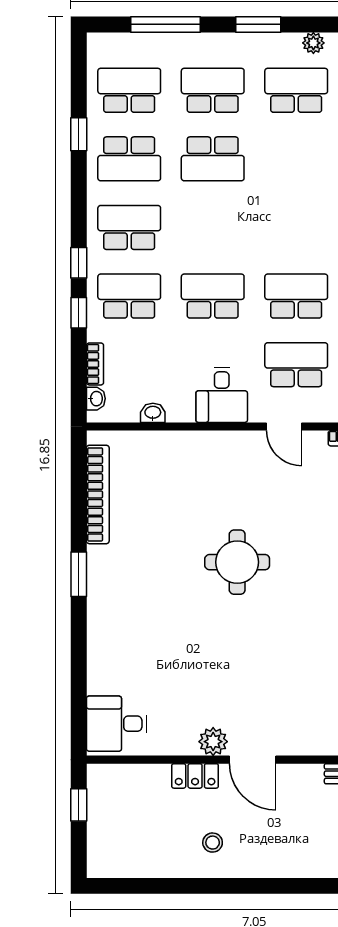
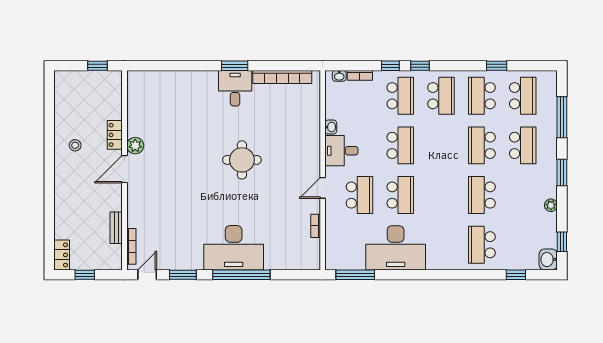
school desk: (296, 90) -> (482, 195), moved, turned 180
washbasin: (153, 413) -> (331, 127), moved
desk: (117, 724) -> (235, 88), moved

